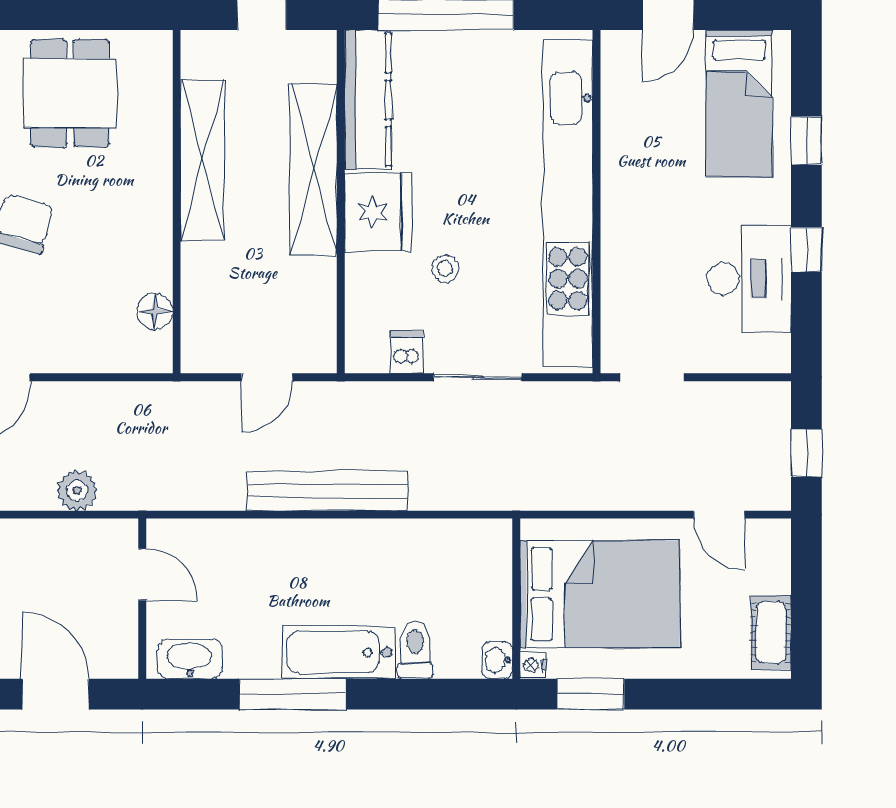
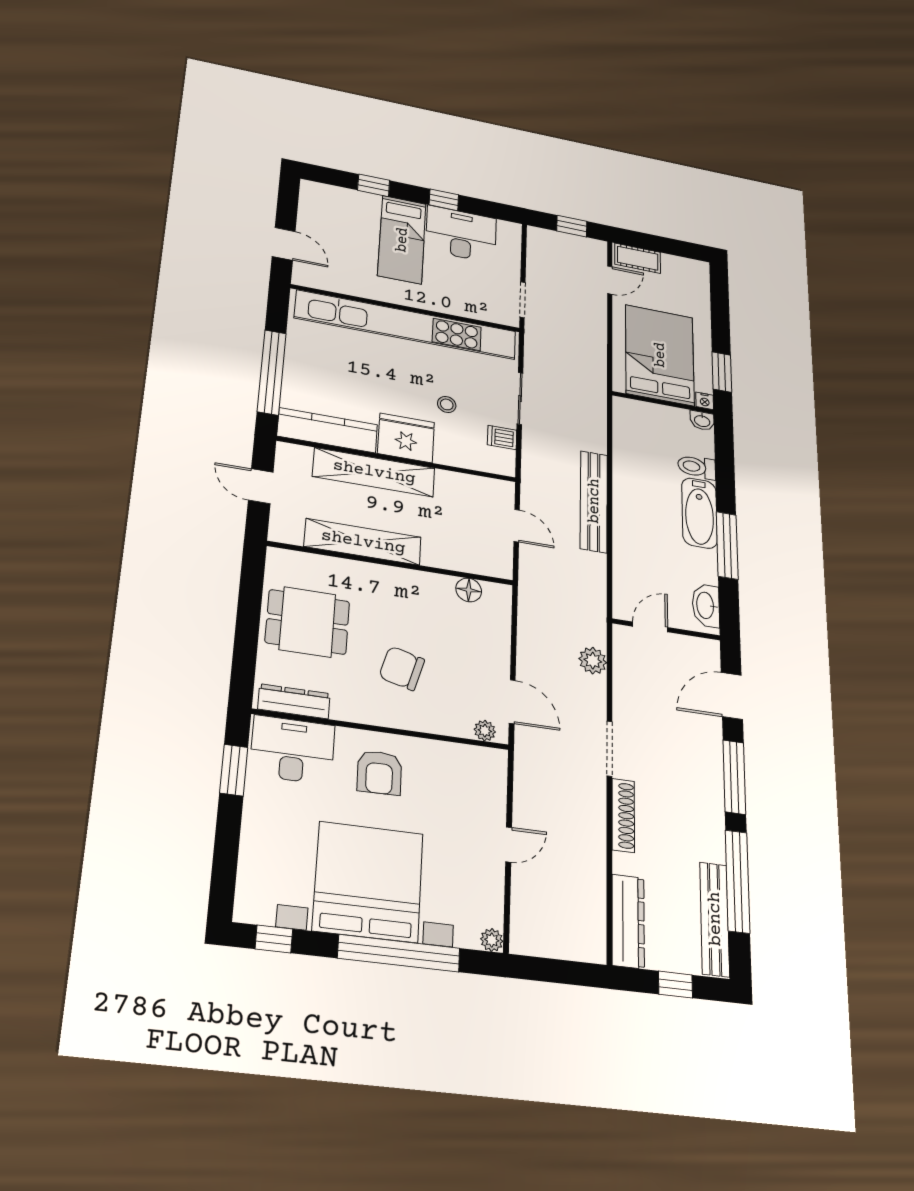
bed: (739, 104) -> (402, 240), moved, turned 90
cot: (771, 633) -> (638, 258), moved

